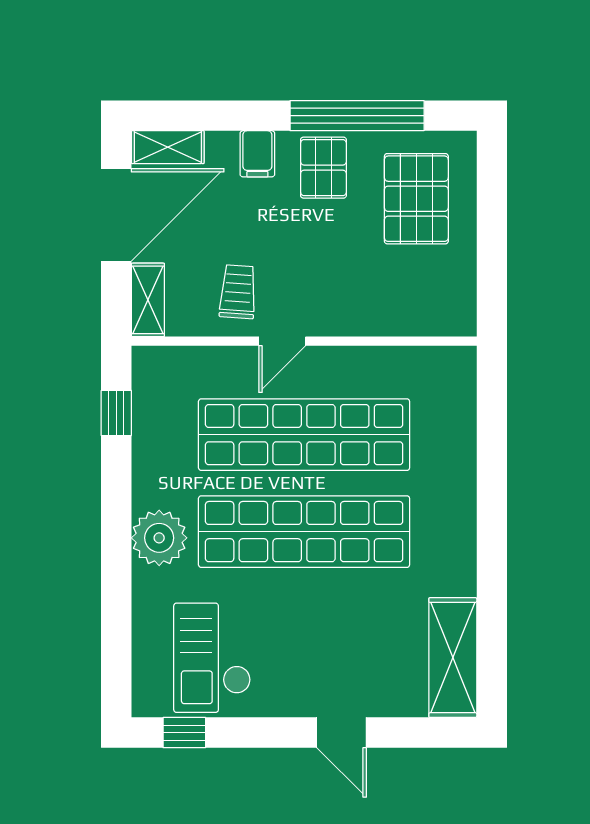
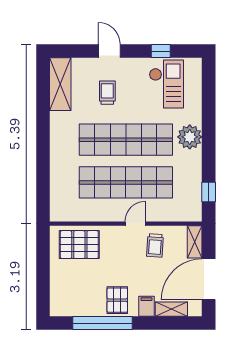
shelving: (168, 147) -> (171, 309), moved
pallet: (416, 199) -> (79, 245), moved, turned 90
trolley: (346, 638) -> (107, 93), added
window: (184, 733) -> (161, 51), moved

